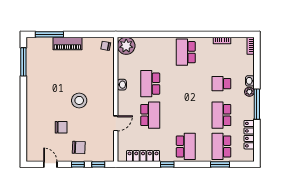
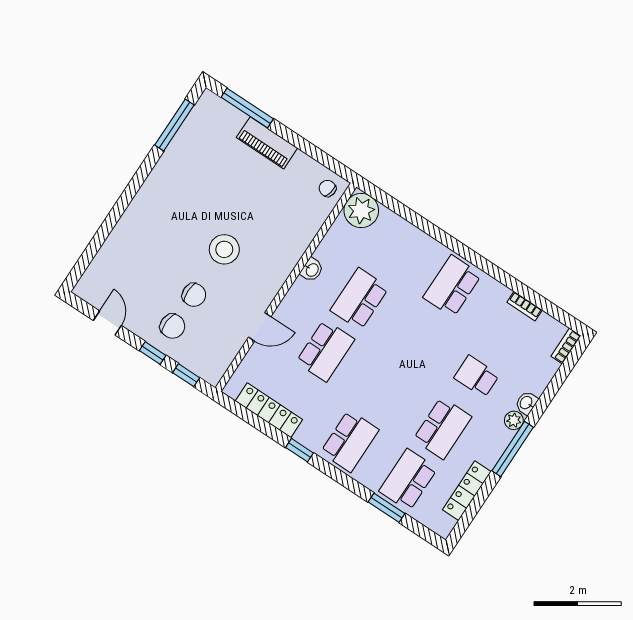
school desk: (221, 115) -> (442, 428), turned 180
chair: (61, 127) -> (194, 295), moved

